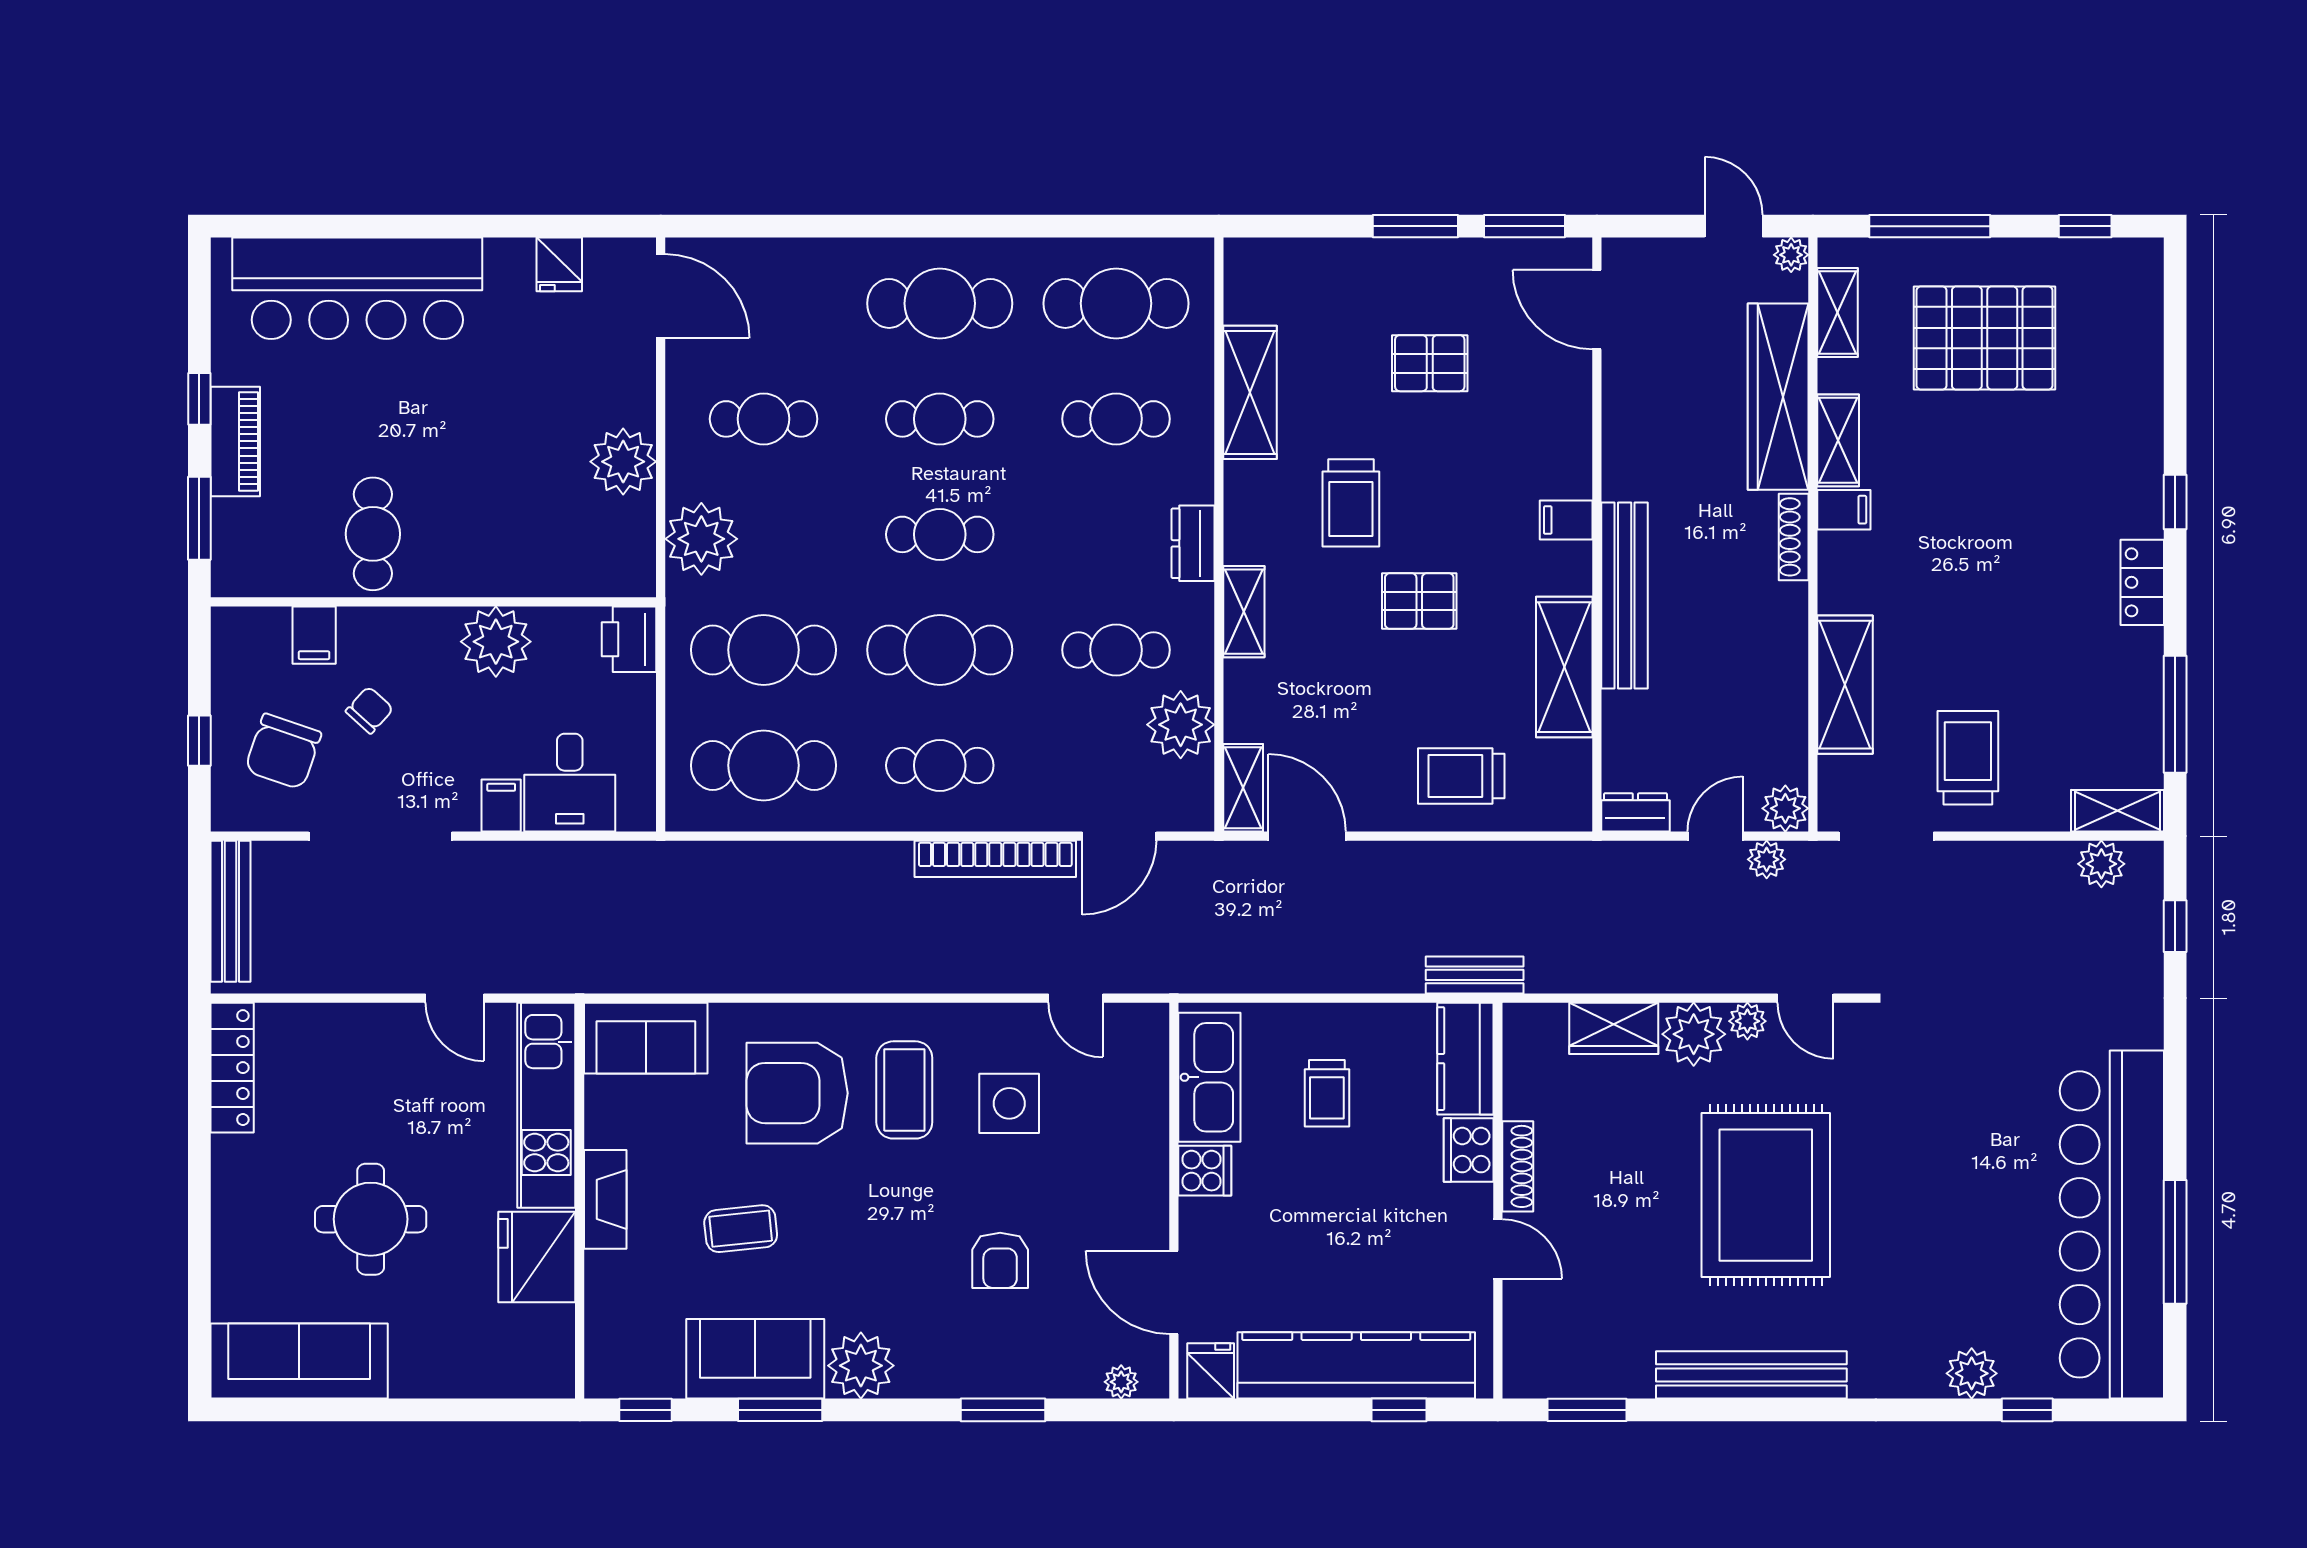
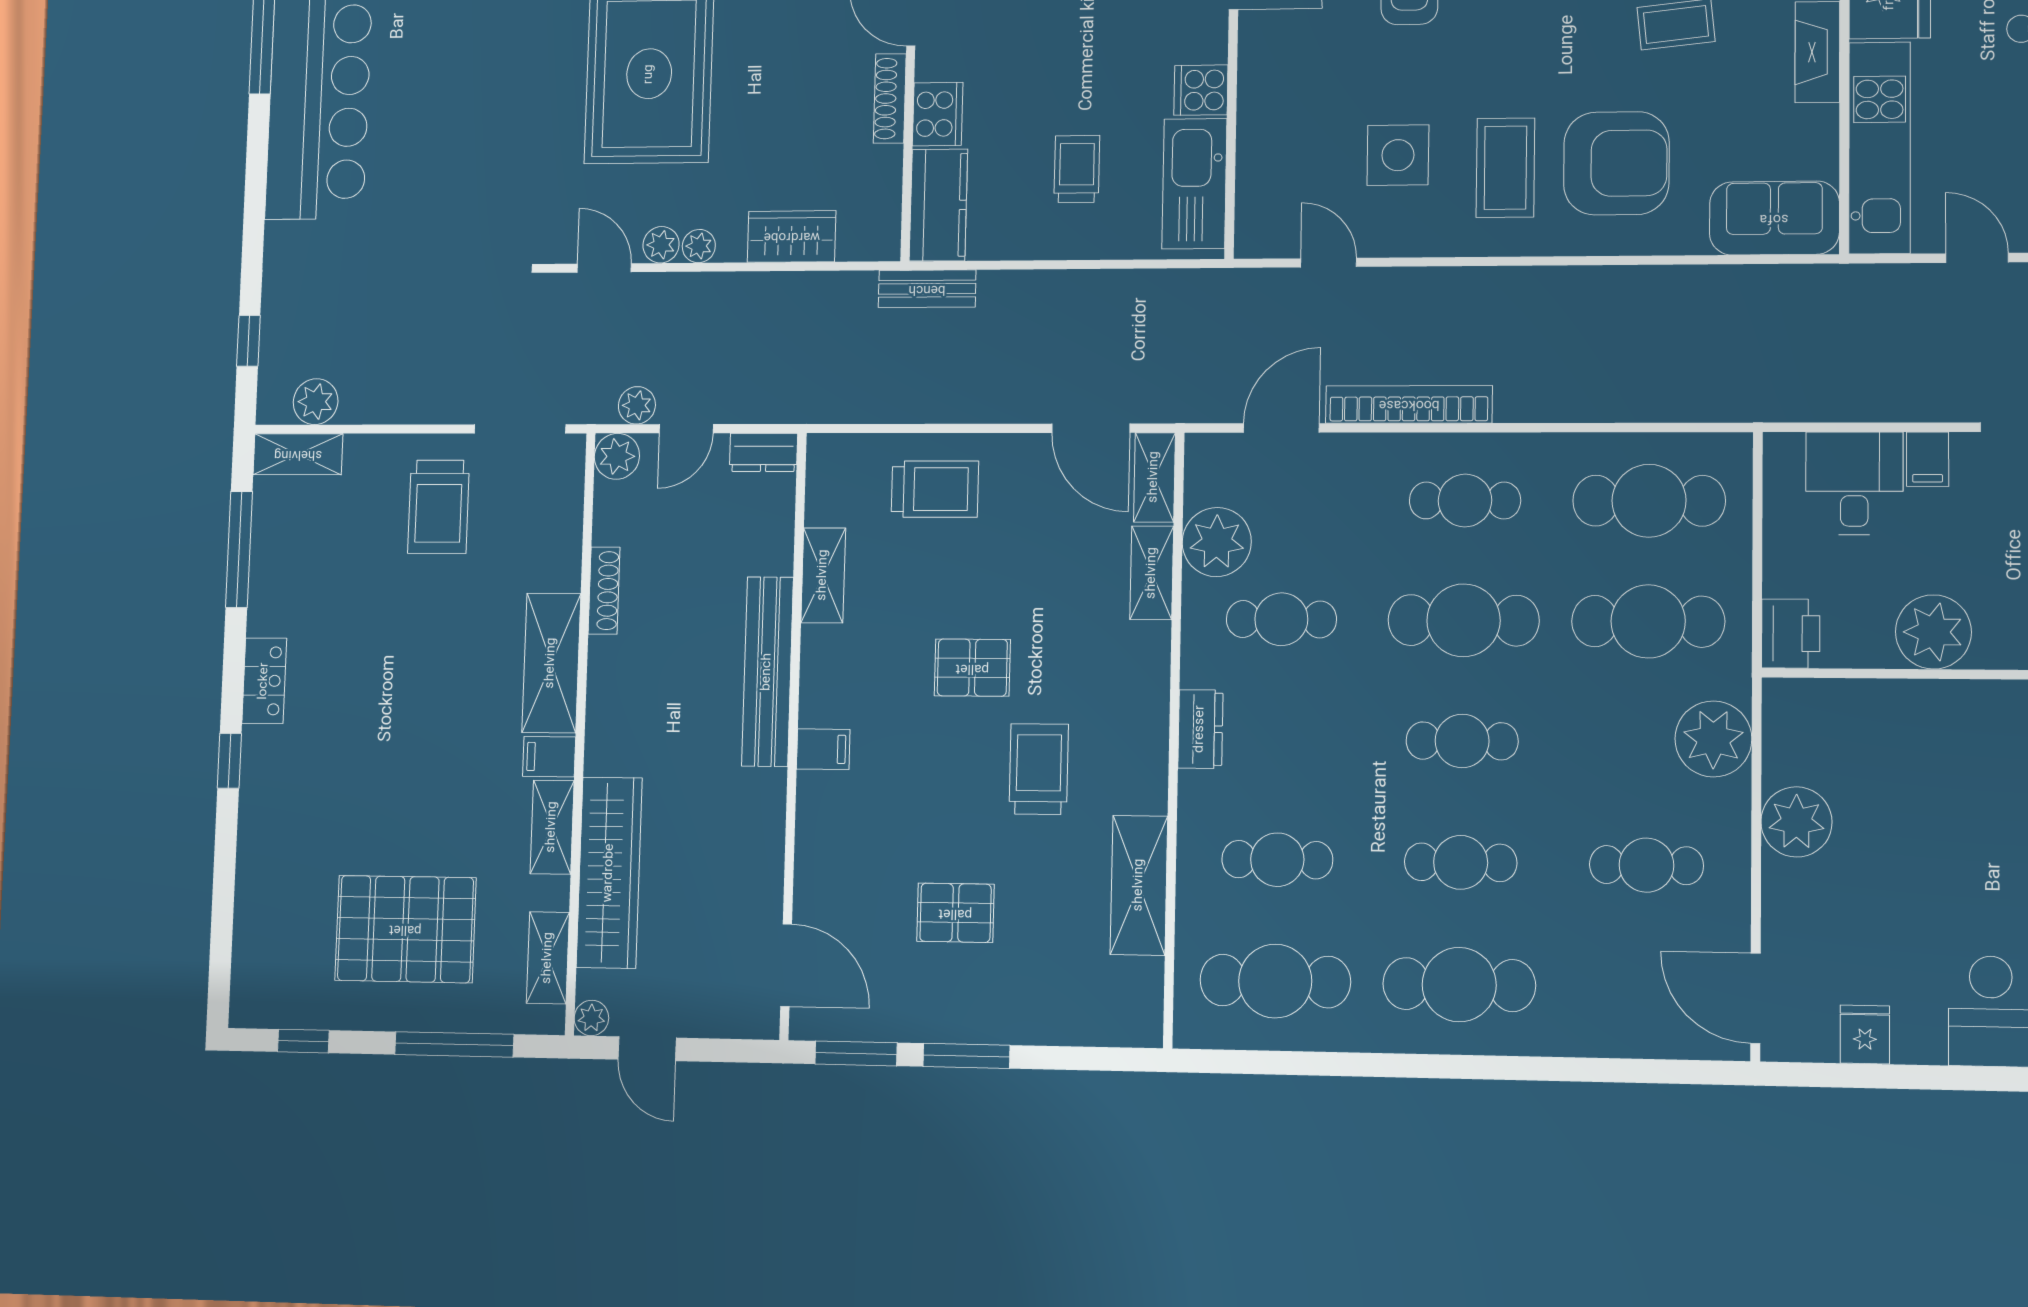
shoe rack: (1794, 537) -> (604, 591), moved
shelving: (1244, 612) -> (1152, 573), moved
shelving: (1564, 667) -> (823, 575), width x0.67, depth x0.75
shelving: (1845, 685) -> (551, 663), moved
plant: (1694, 1034) -> (699, 246), width x0.53, depth x0.53

